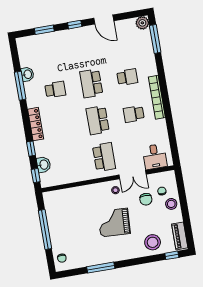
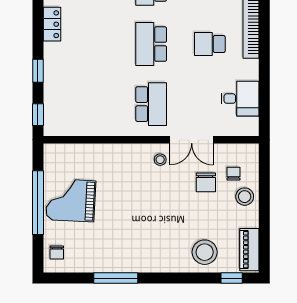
locker: (36, 124) -> (52, 24), width x0.66
desk: (155, 157) -> (240, 99), moved, turned -90
washbasin: (44, 165) -> (53, 100), removed
grand piano: (114, 223) -> (71, 200), moved

